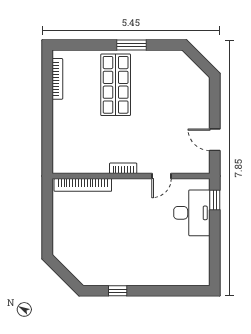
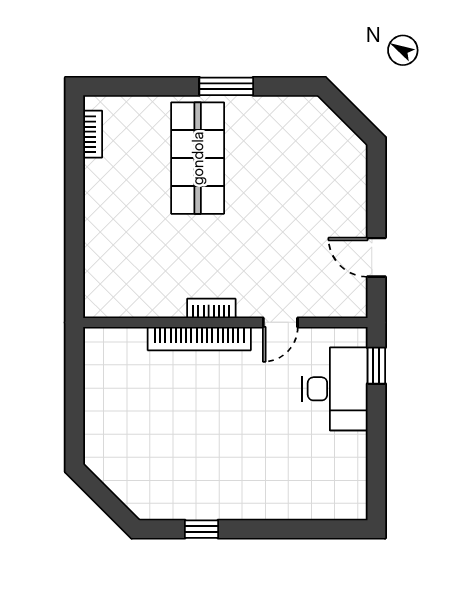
bookcase: (57, 79) -> (93, 134), width x0.64
bookcase: (83, 185) -> (199, 339), moved

